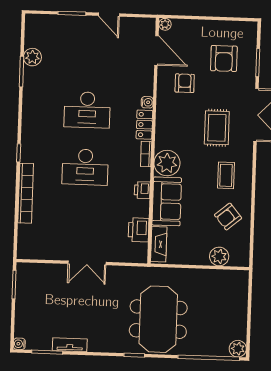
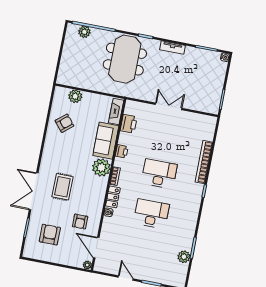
coffee table: (226, 175) -> (61, 152), removed
tv unit: (70, 345) -> (172, 48), moved
plant: (238, 349) -> (84, 32), moved

